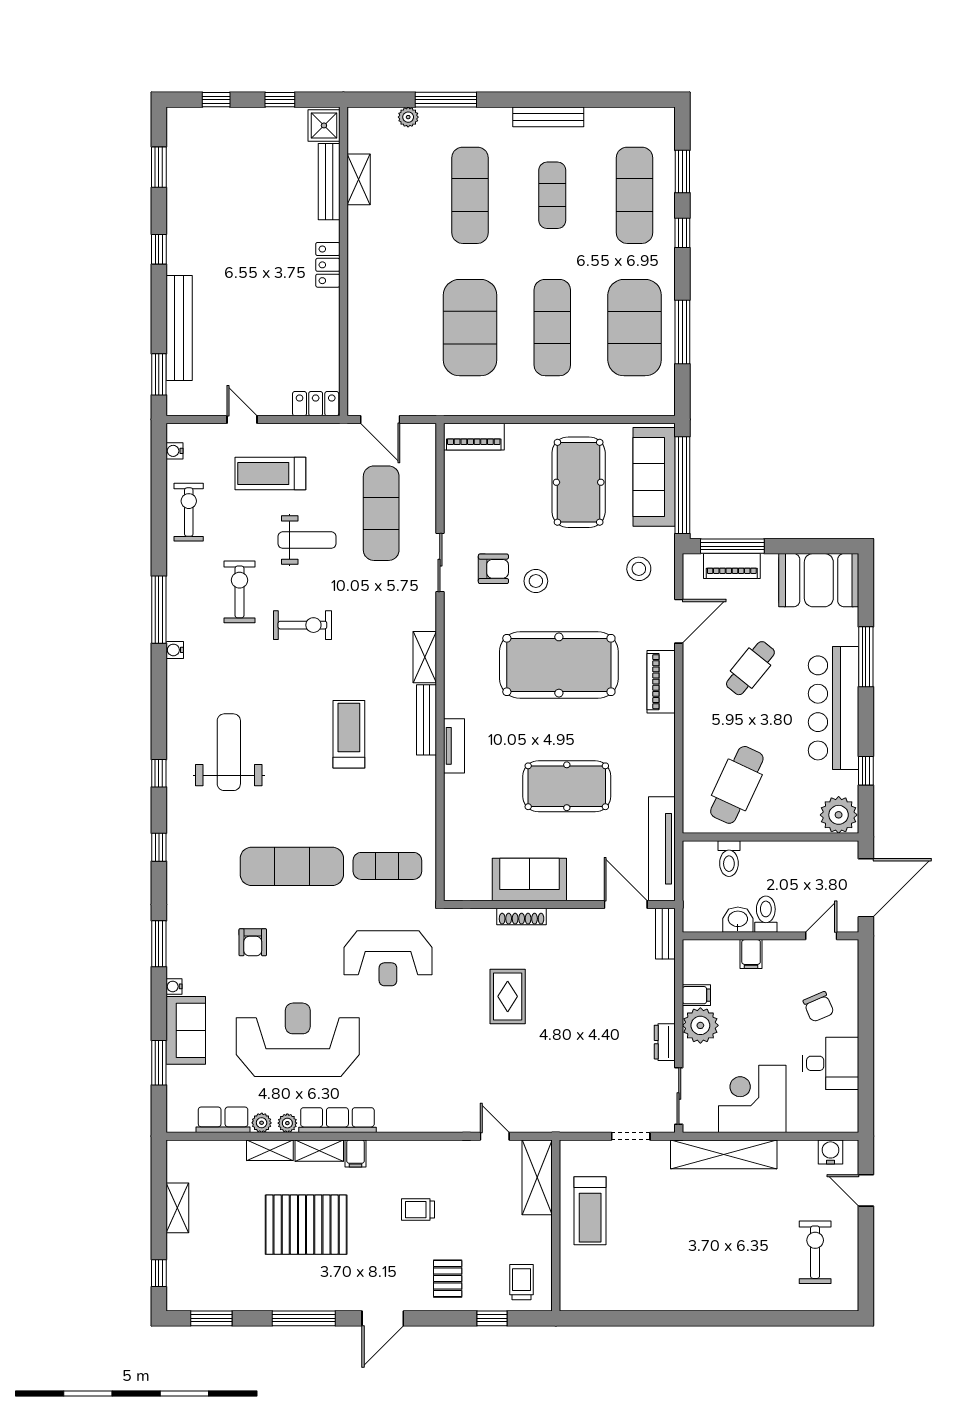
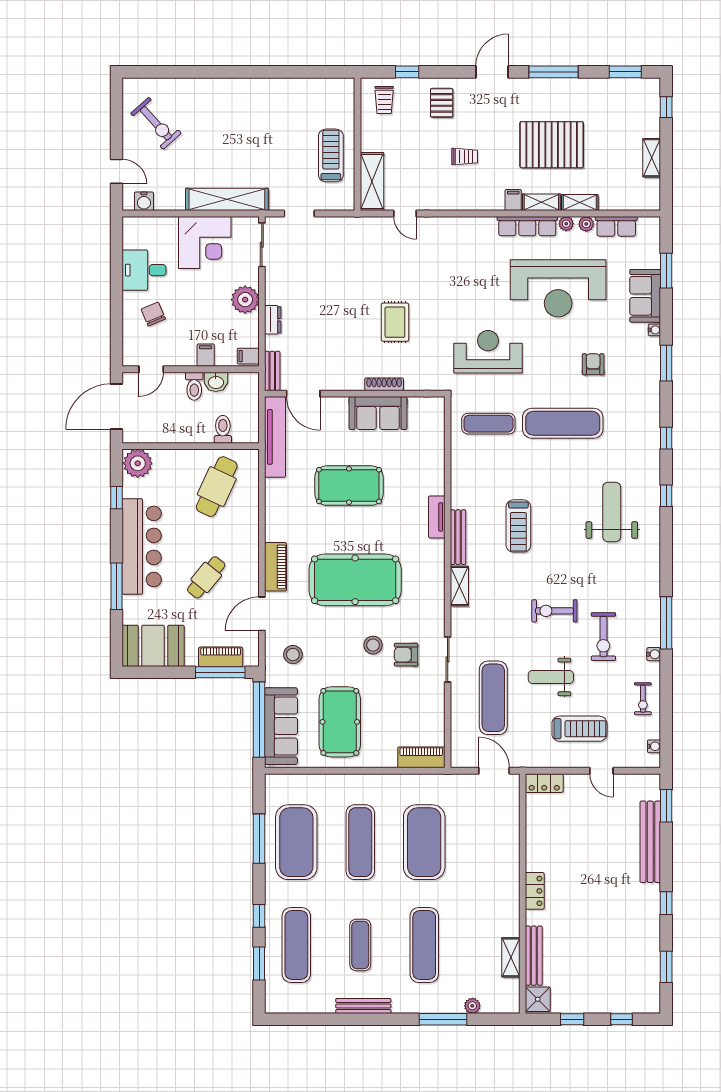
exercise bike: (189, 512) -> (643, 699), width x0.73, depth x0.72
water cooler: (175, 650) -> (654, 654), moved
weight bench: (229, 752) -> (612, 512), turned 180
filing cabinet: (696, 995) -> (248, 356), moved
dresser: (665, 1042) -> (273, 320), moved
exercise bike: (815, 1252) -> (156, 123), turned -42

